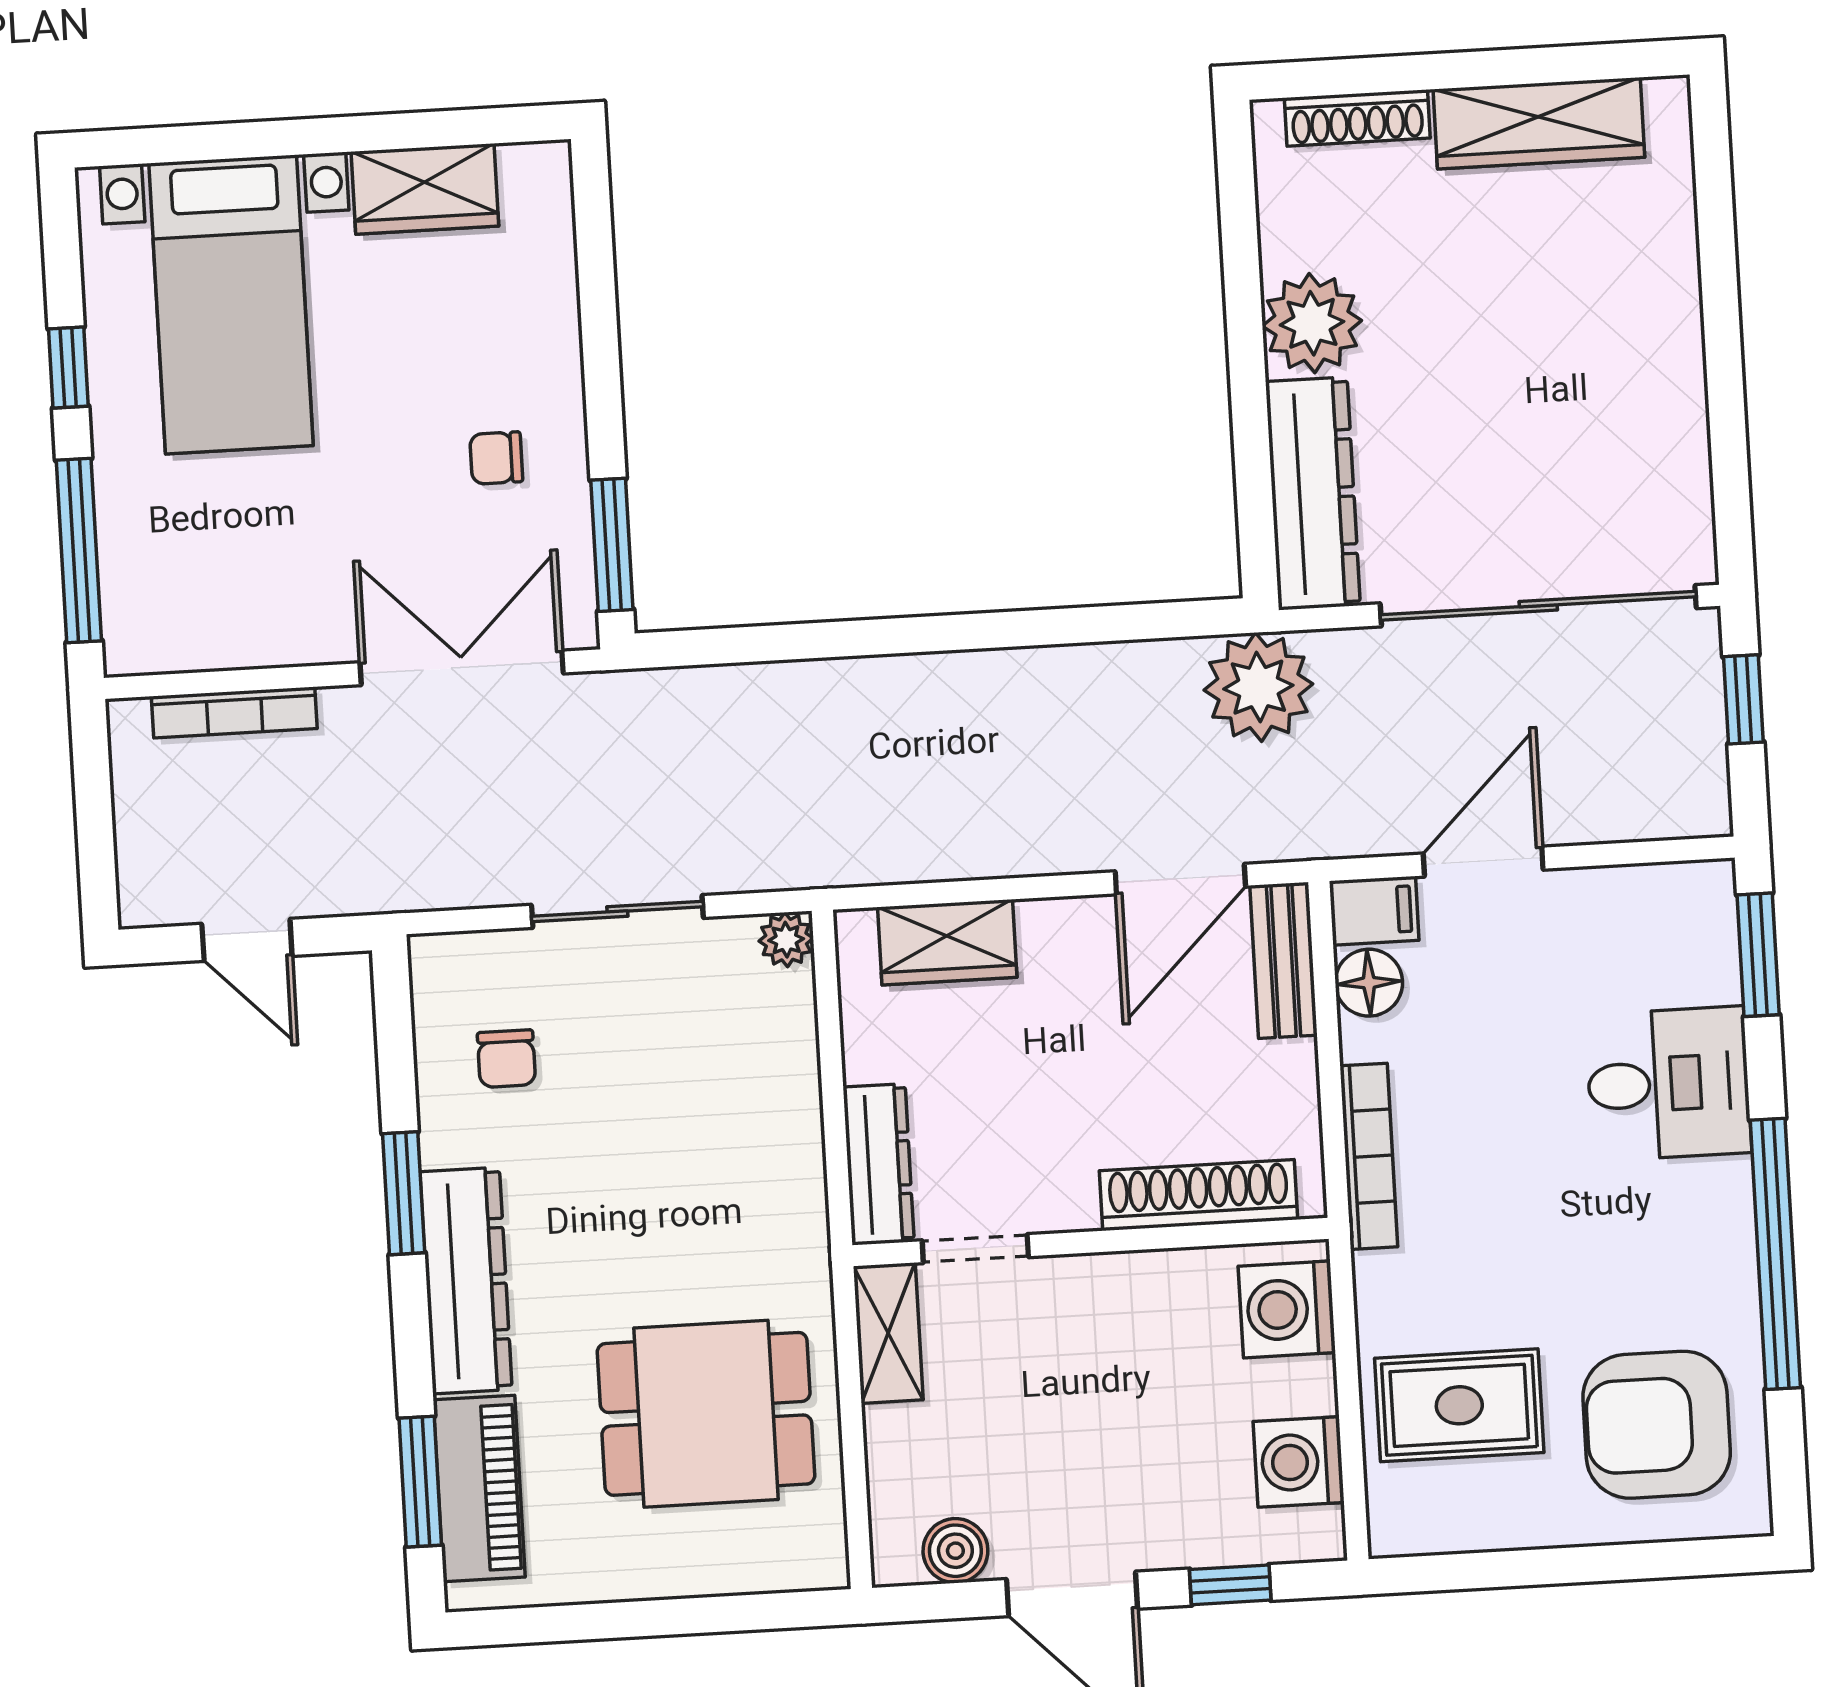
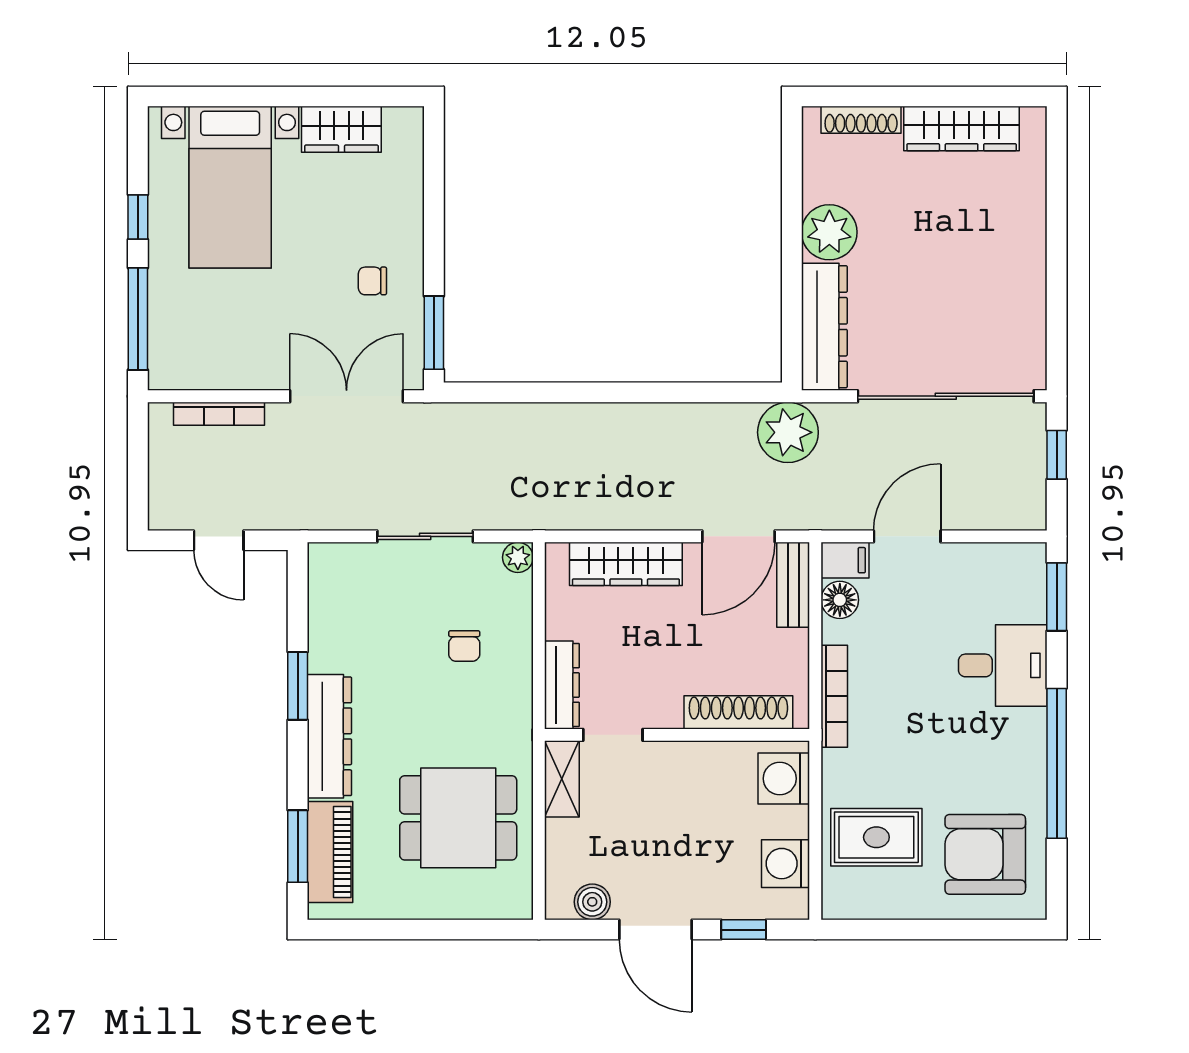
wardrobe: (947, 942) -> (626, 564), width x1.50
chair: (506, 1059) -> (464, 646), moved

